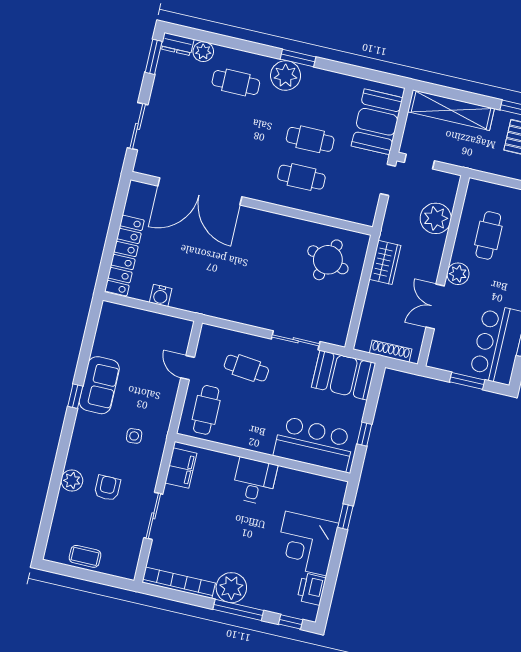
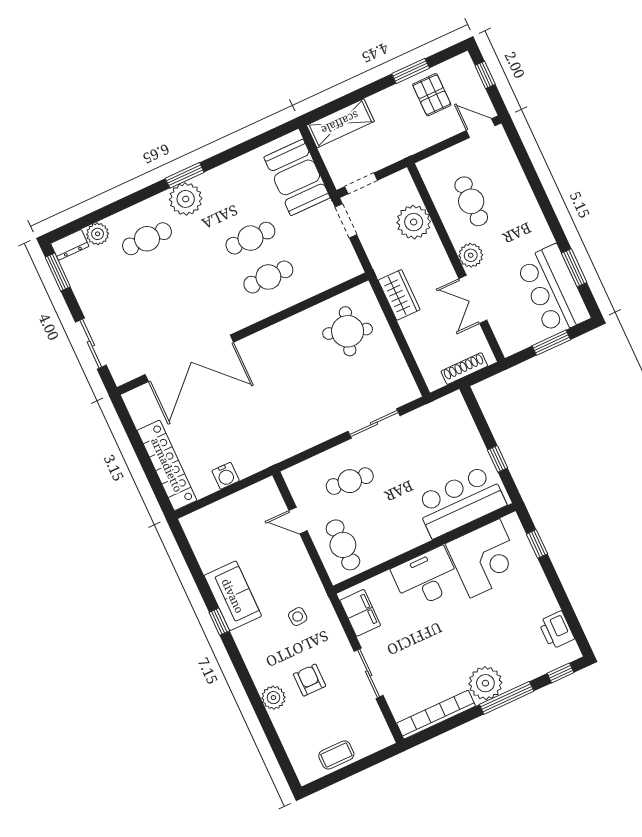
shelving: (451, 110) -> (340, 123), width x0.68
booth: (344, 375) -> (440, 421), removed
desk: (254, 481) -> (426, 578), width x1.37
corner desk: (306, 544) -> (485, 558), moved, turned -90

